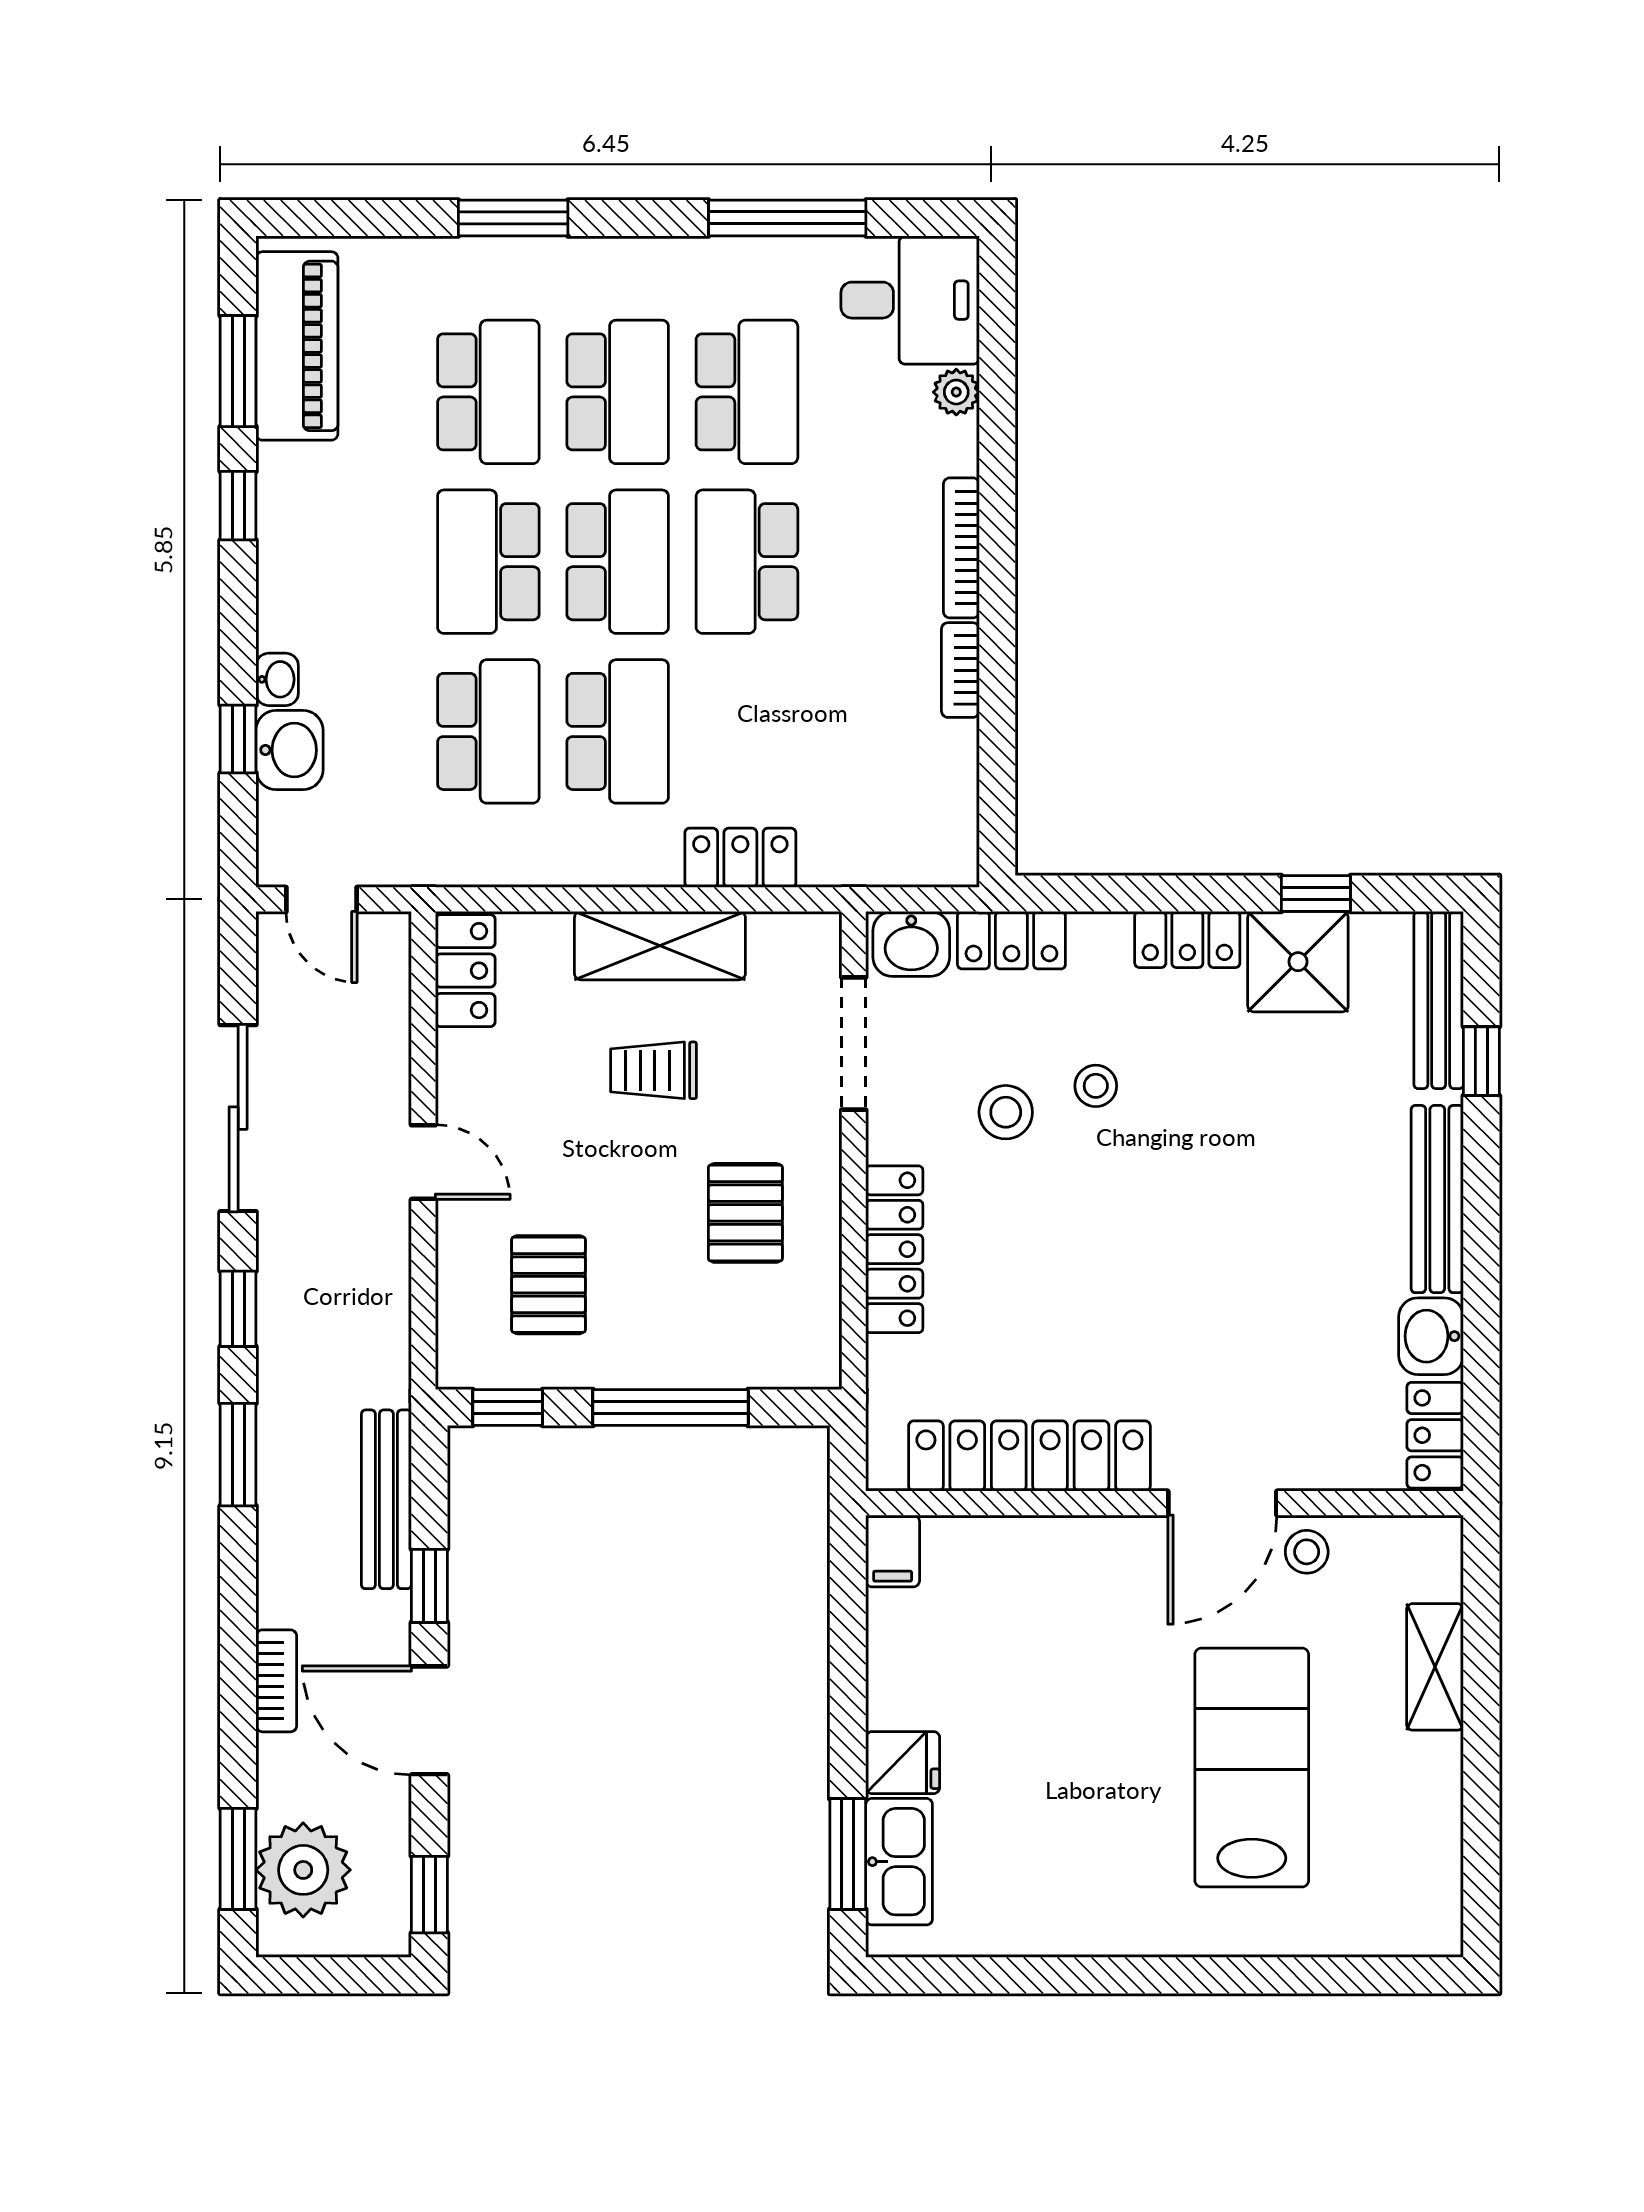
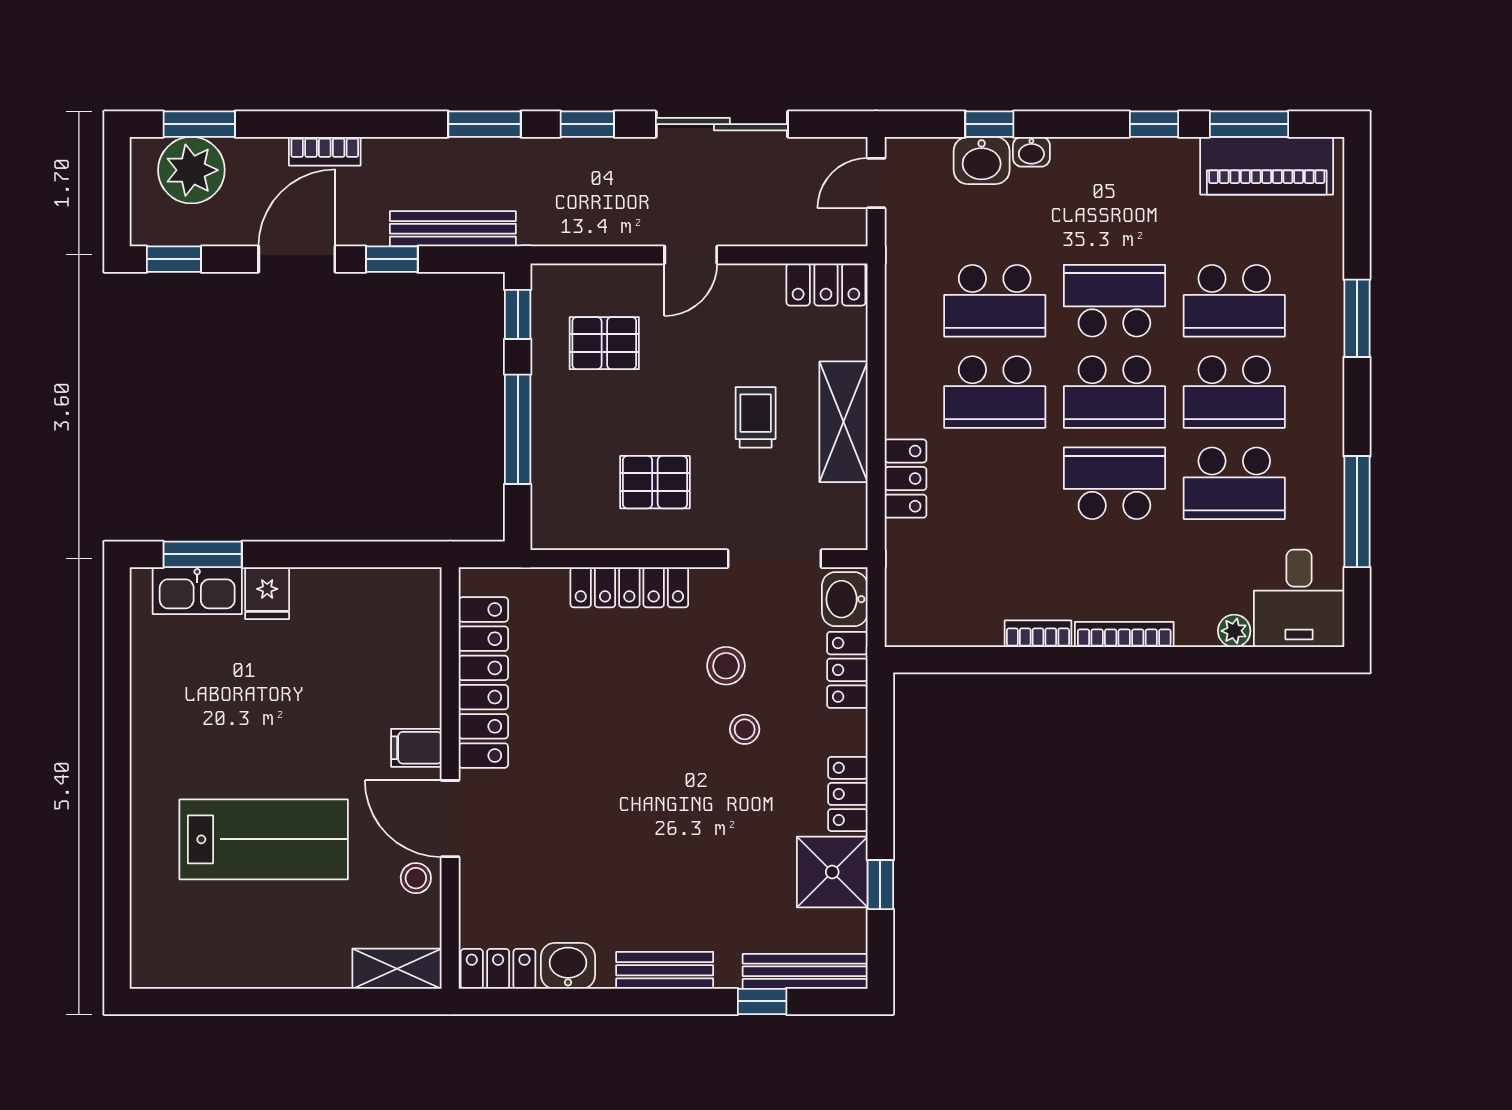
bench: (1437, 1199) -> (665, 970), width x0.73
filing cabinet: (893, 1551) -> (416, 748), moved
shelving: (1435, 1667) -> (397, 969), moved

